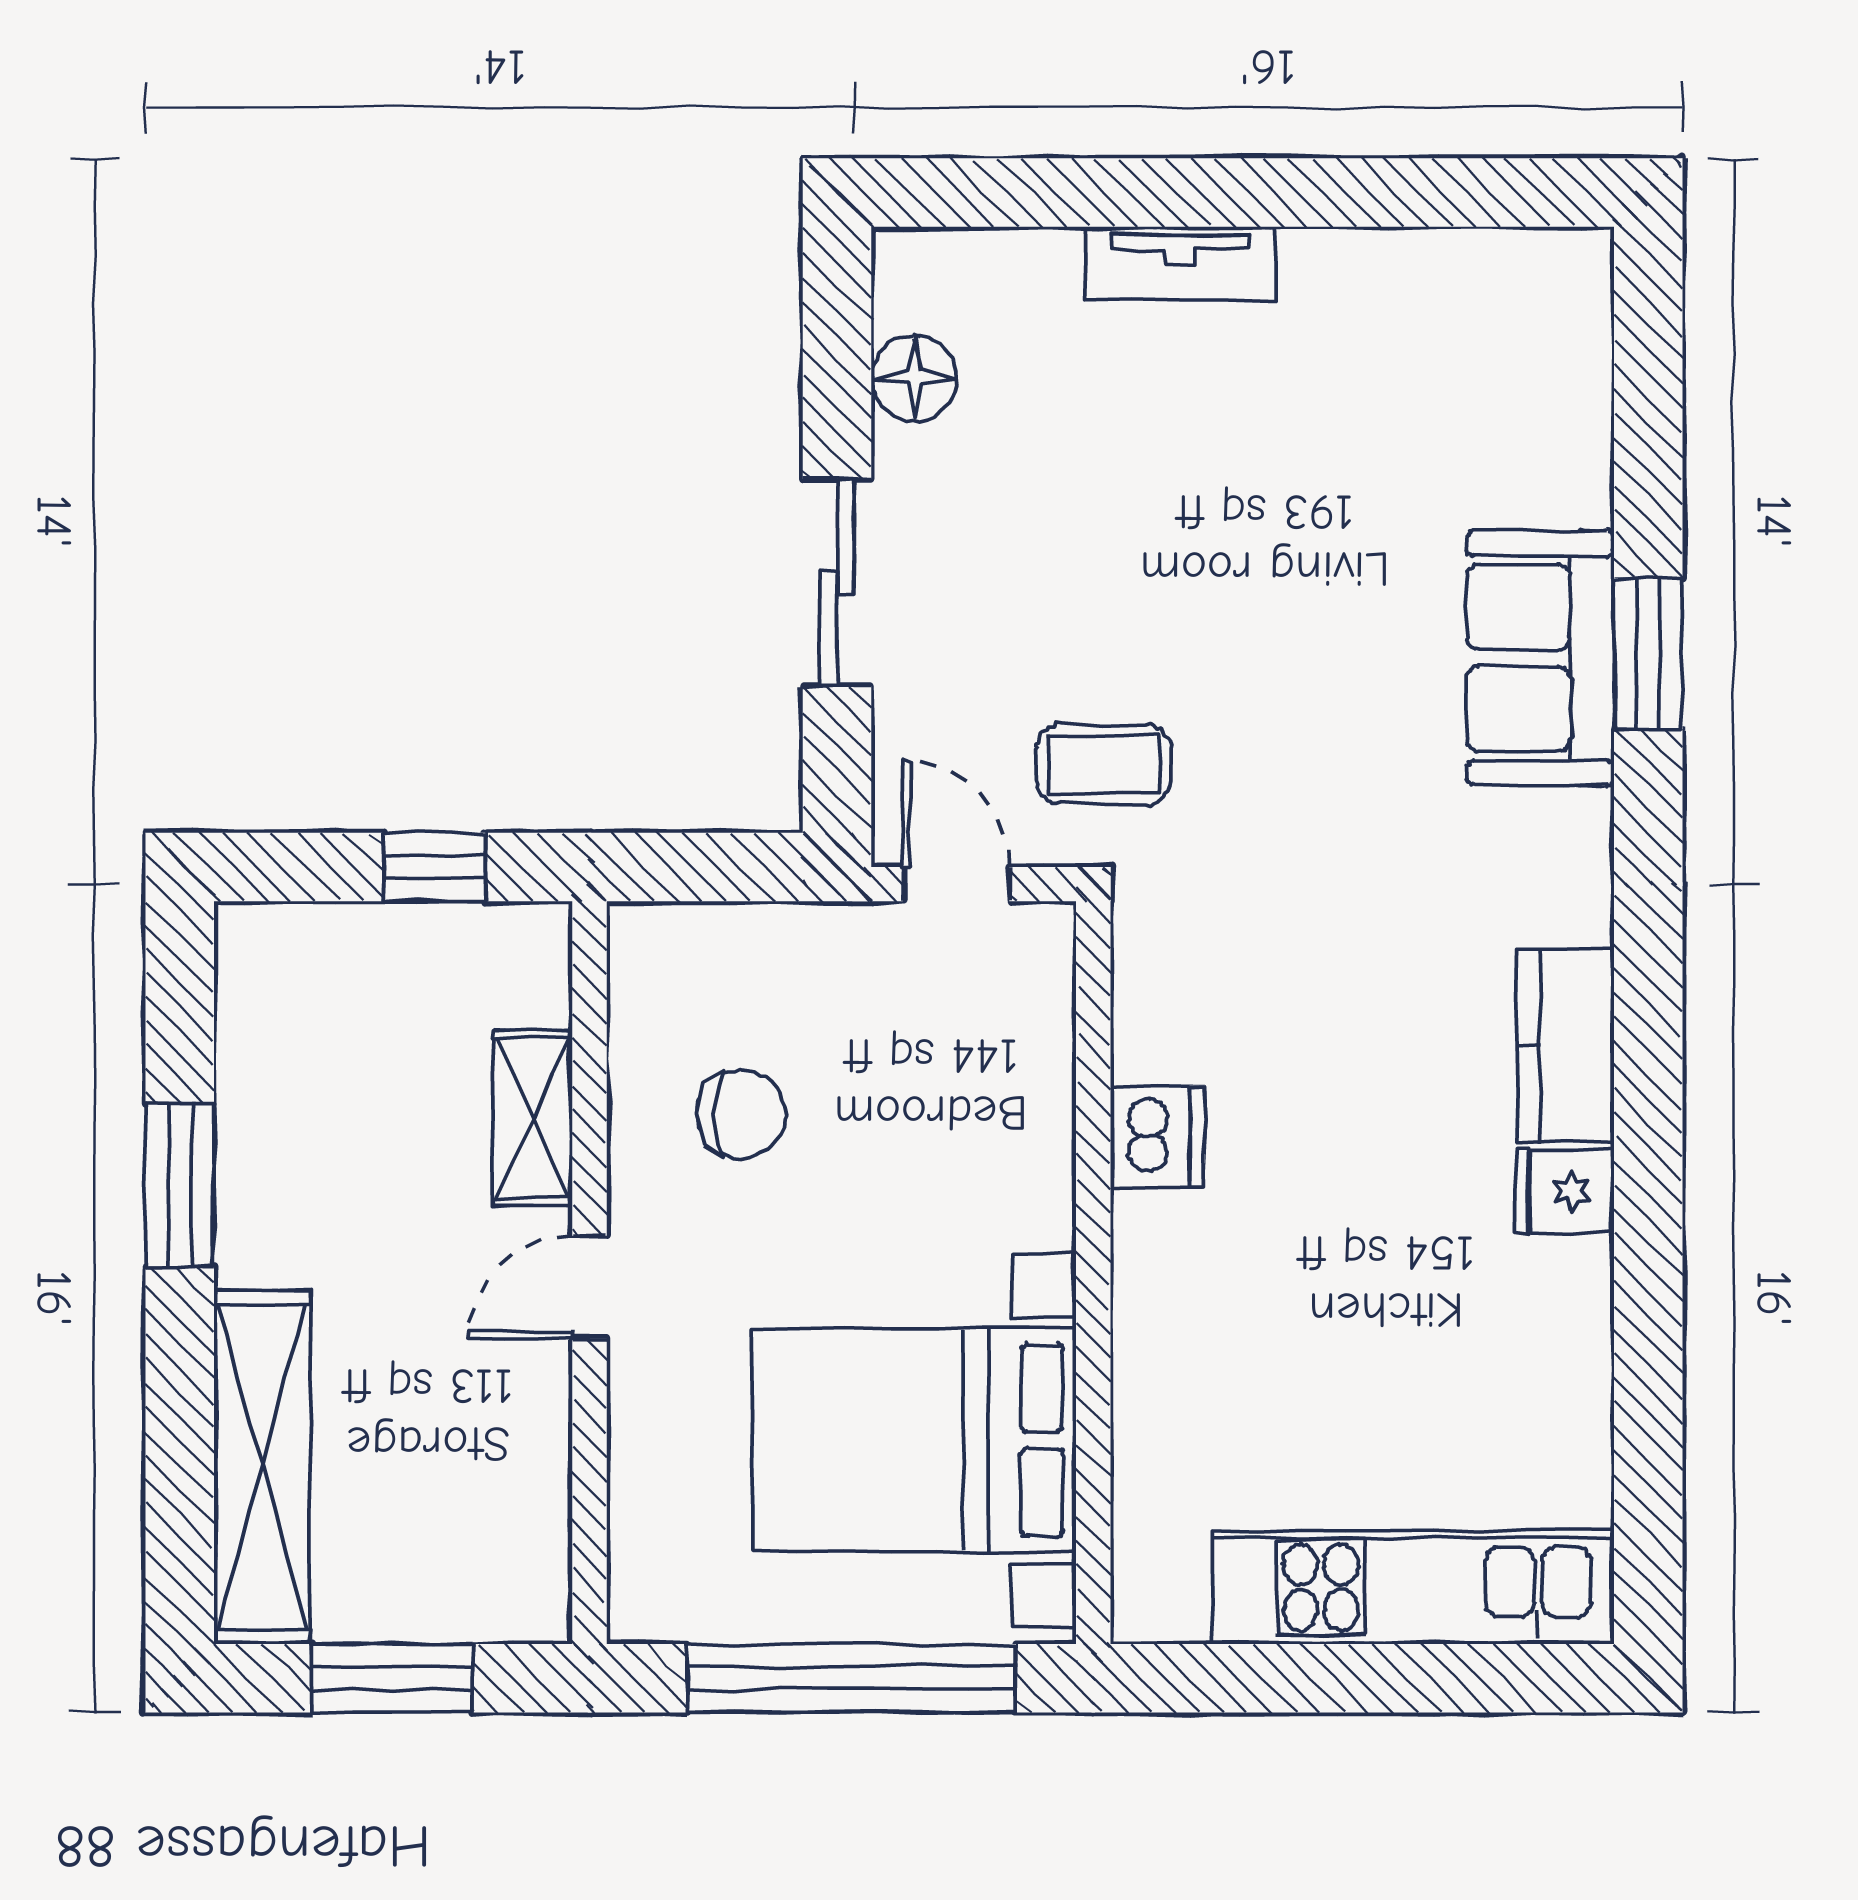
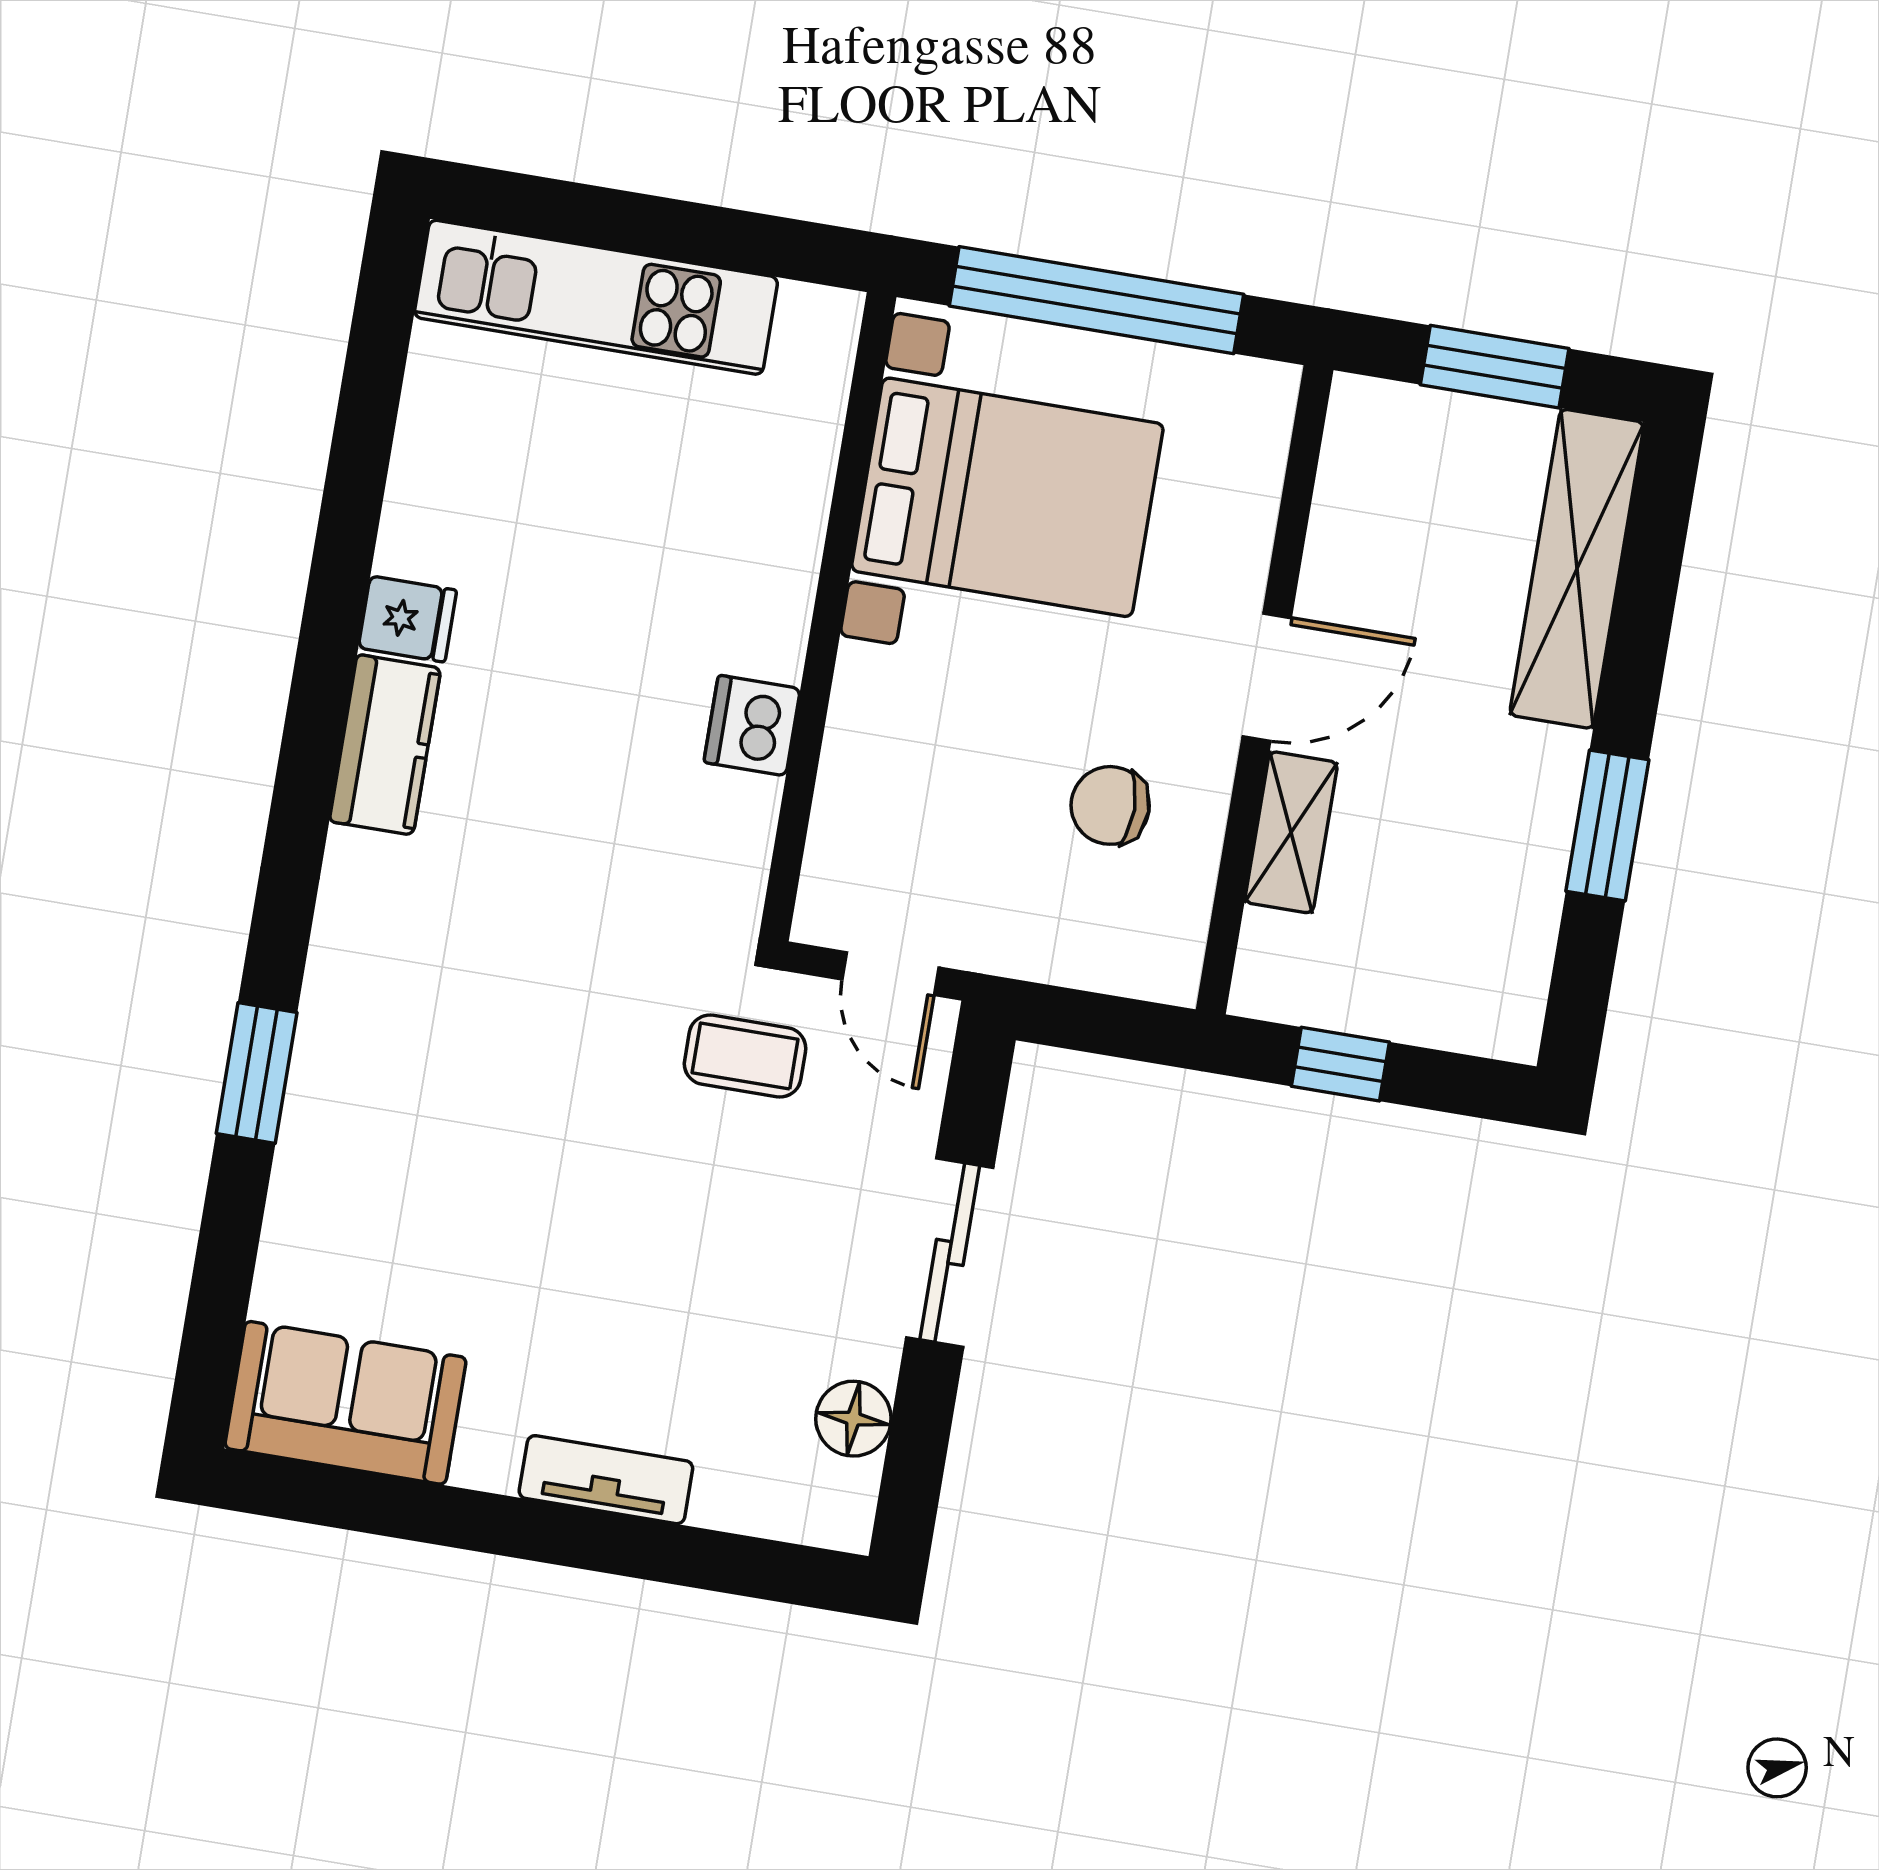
sofa: (1540, 658) -> (345, 1403), moved, turned -90
door: (589, 1287) -> (1267, 677), width x1.38

